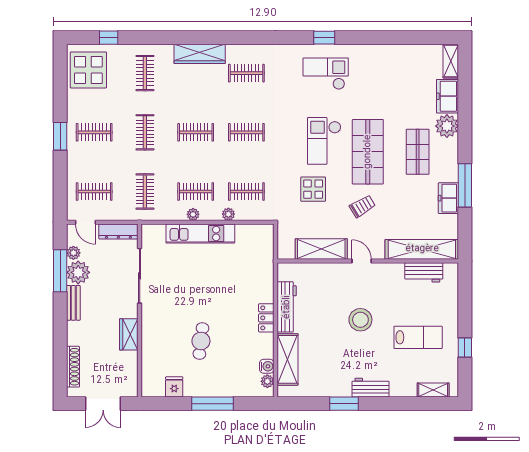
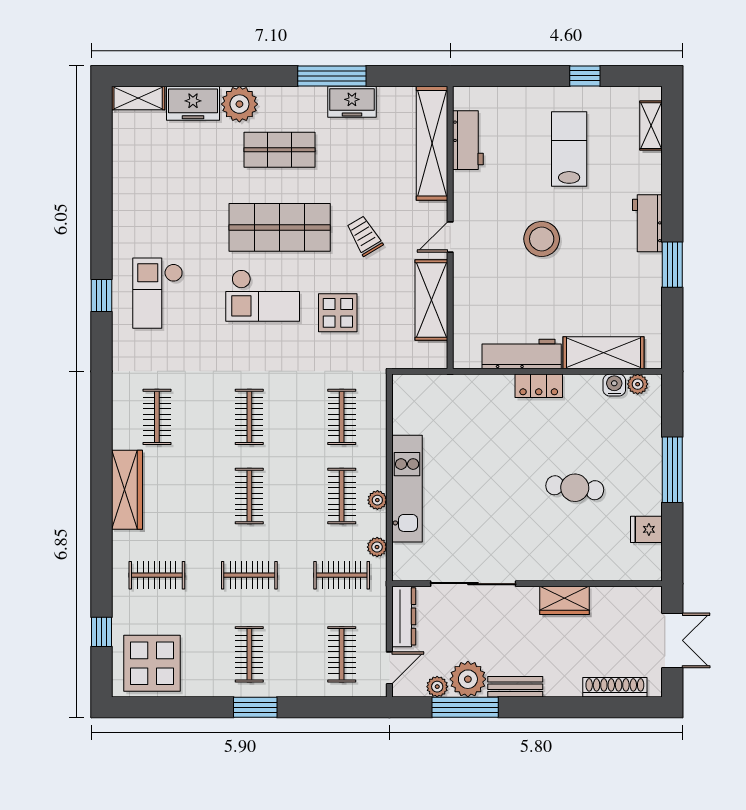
plant: (228, 214) -> (377, 547), moved

